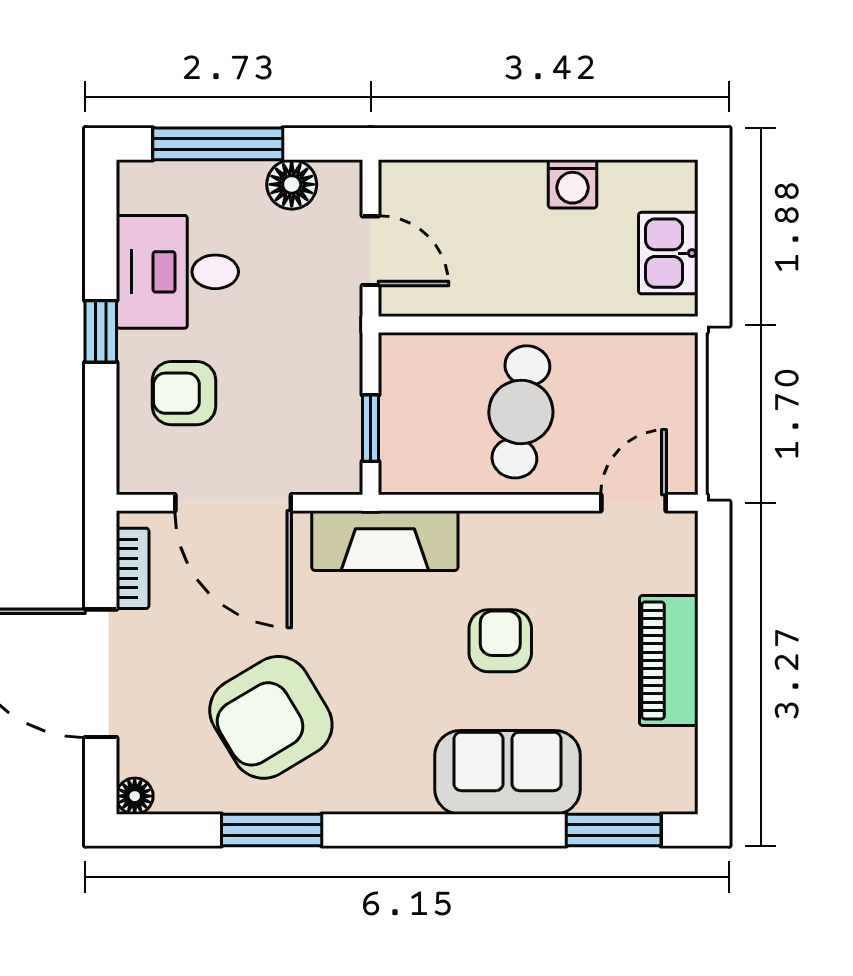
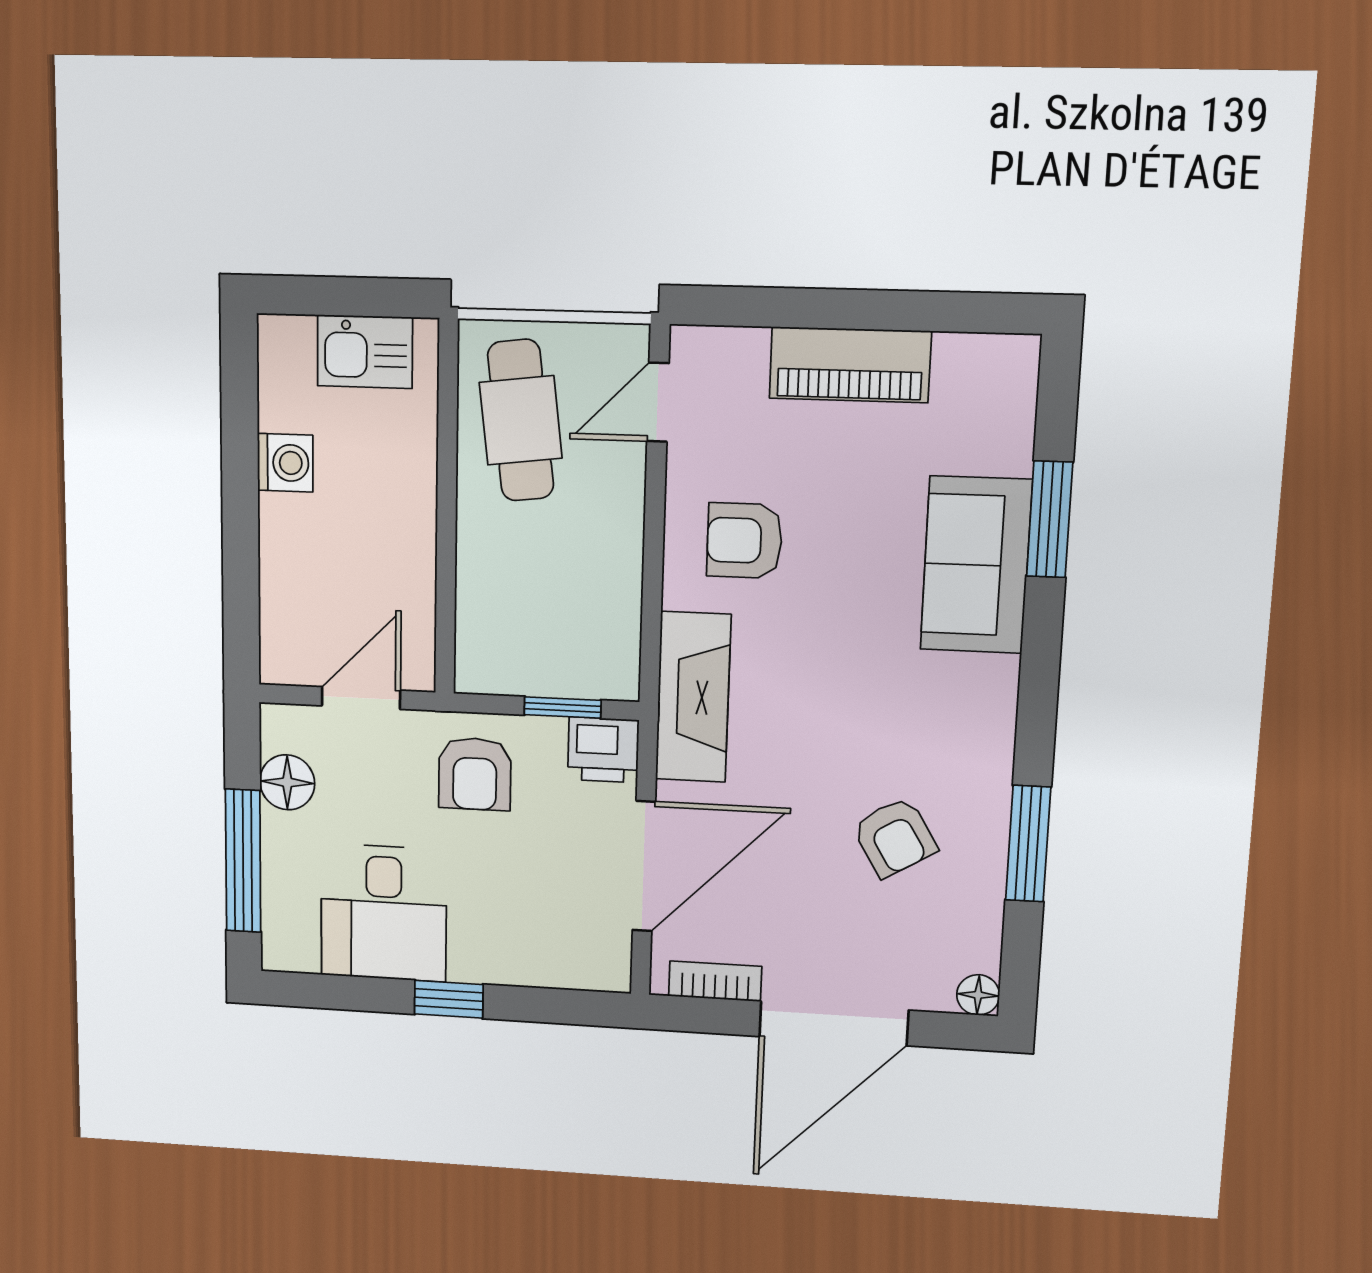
armchair: (184, 393) -> (475, 774), moved
cafe table: (521, 412) -> (521, 420), moved, turned 75
printer: (335, 464) -> (603, 750), added
door: (633, 503) -> (658, 402), hinge flipped
armchair: (500, 641) -> (744, 541), moved
armchair: (271, 717) -> (895, 837), width x0.53, depth x0.53
window: (614, 830) -> (1050, 519), moved

